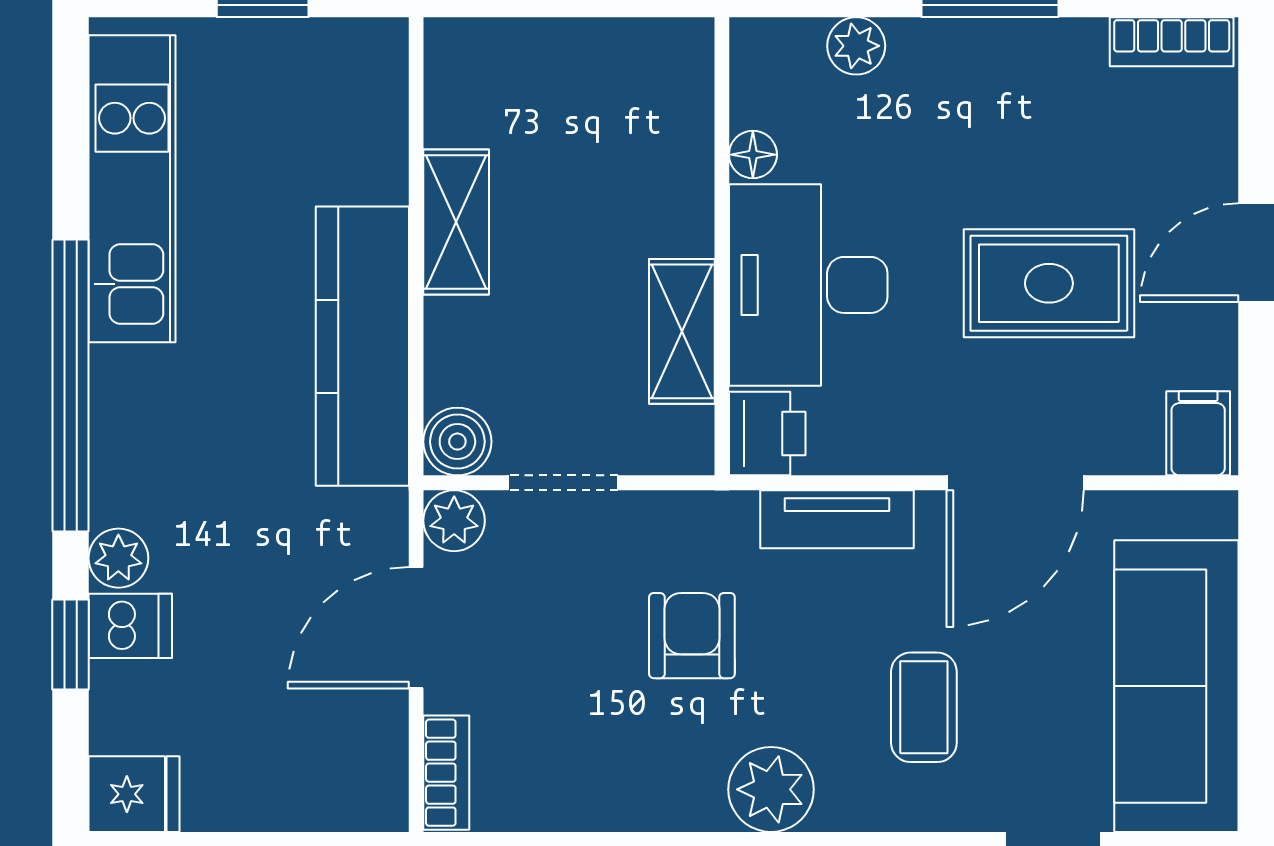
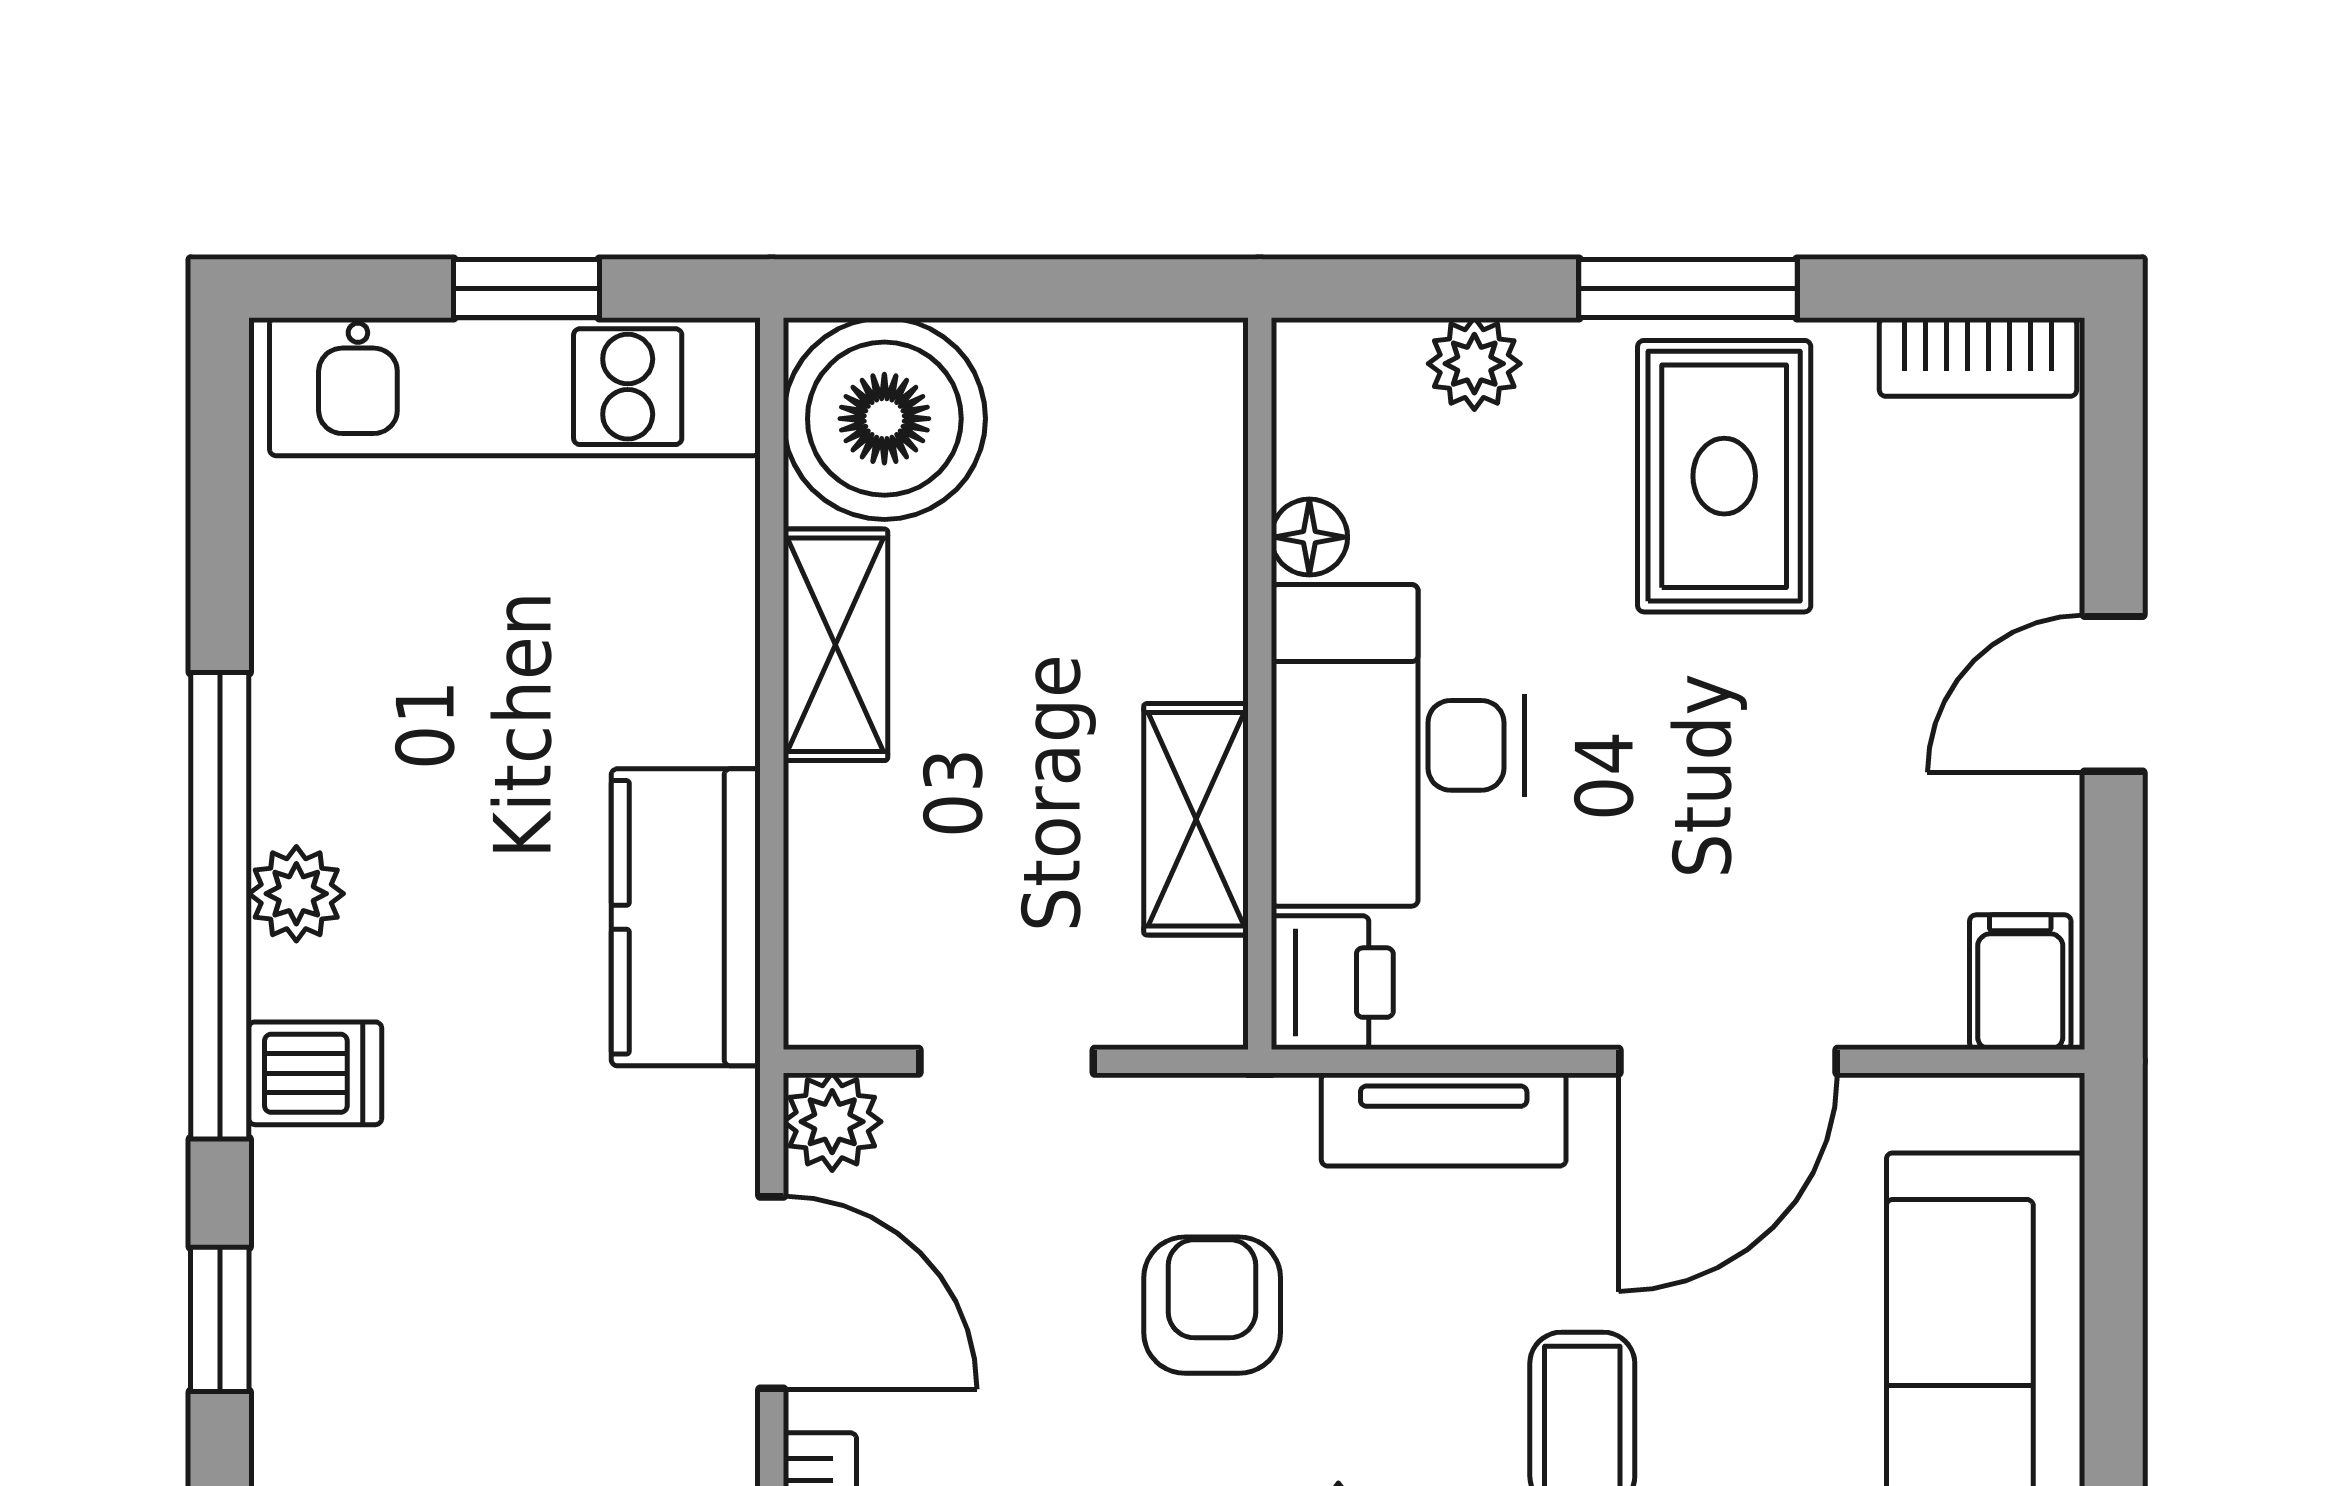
kitchen unit: (132, 189) -> (515, 387), moved, turned 90
rug: (1049, 283) -> (1724, 476), moved, turned 90
kitchen counter: (362, 346) -> (686, 917), width x0.67
boiler: (457, 442) -> (884, 419), moved, width x1.86, depth x1.86
plant: (118, 558) -> (296, 894), moved
dishwasher: (130, 626) -> (315, 1073), moved
door: (416, 628) -> (772, 1293), swing flipped

